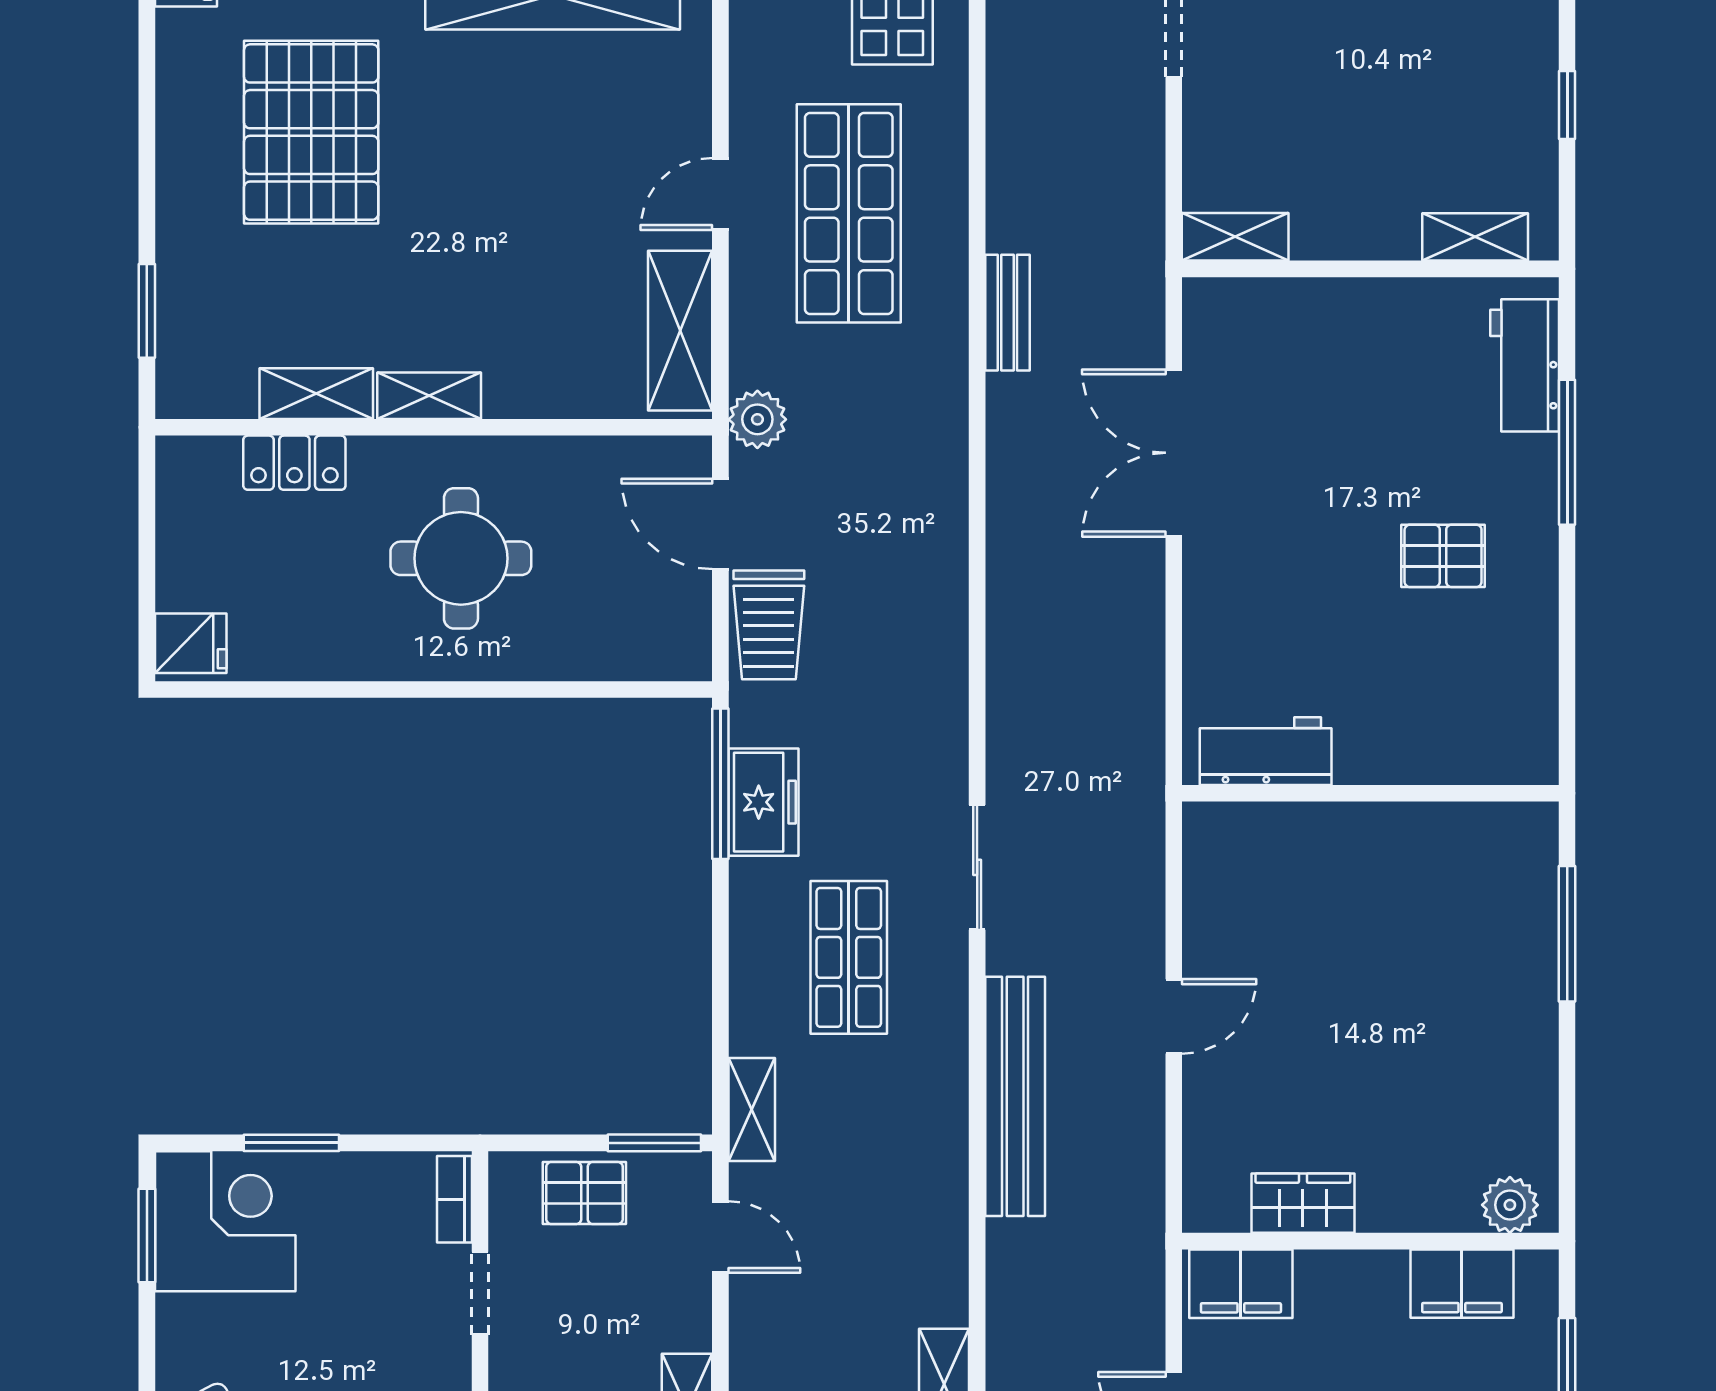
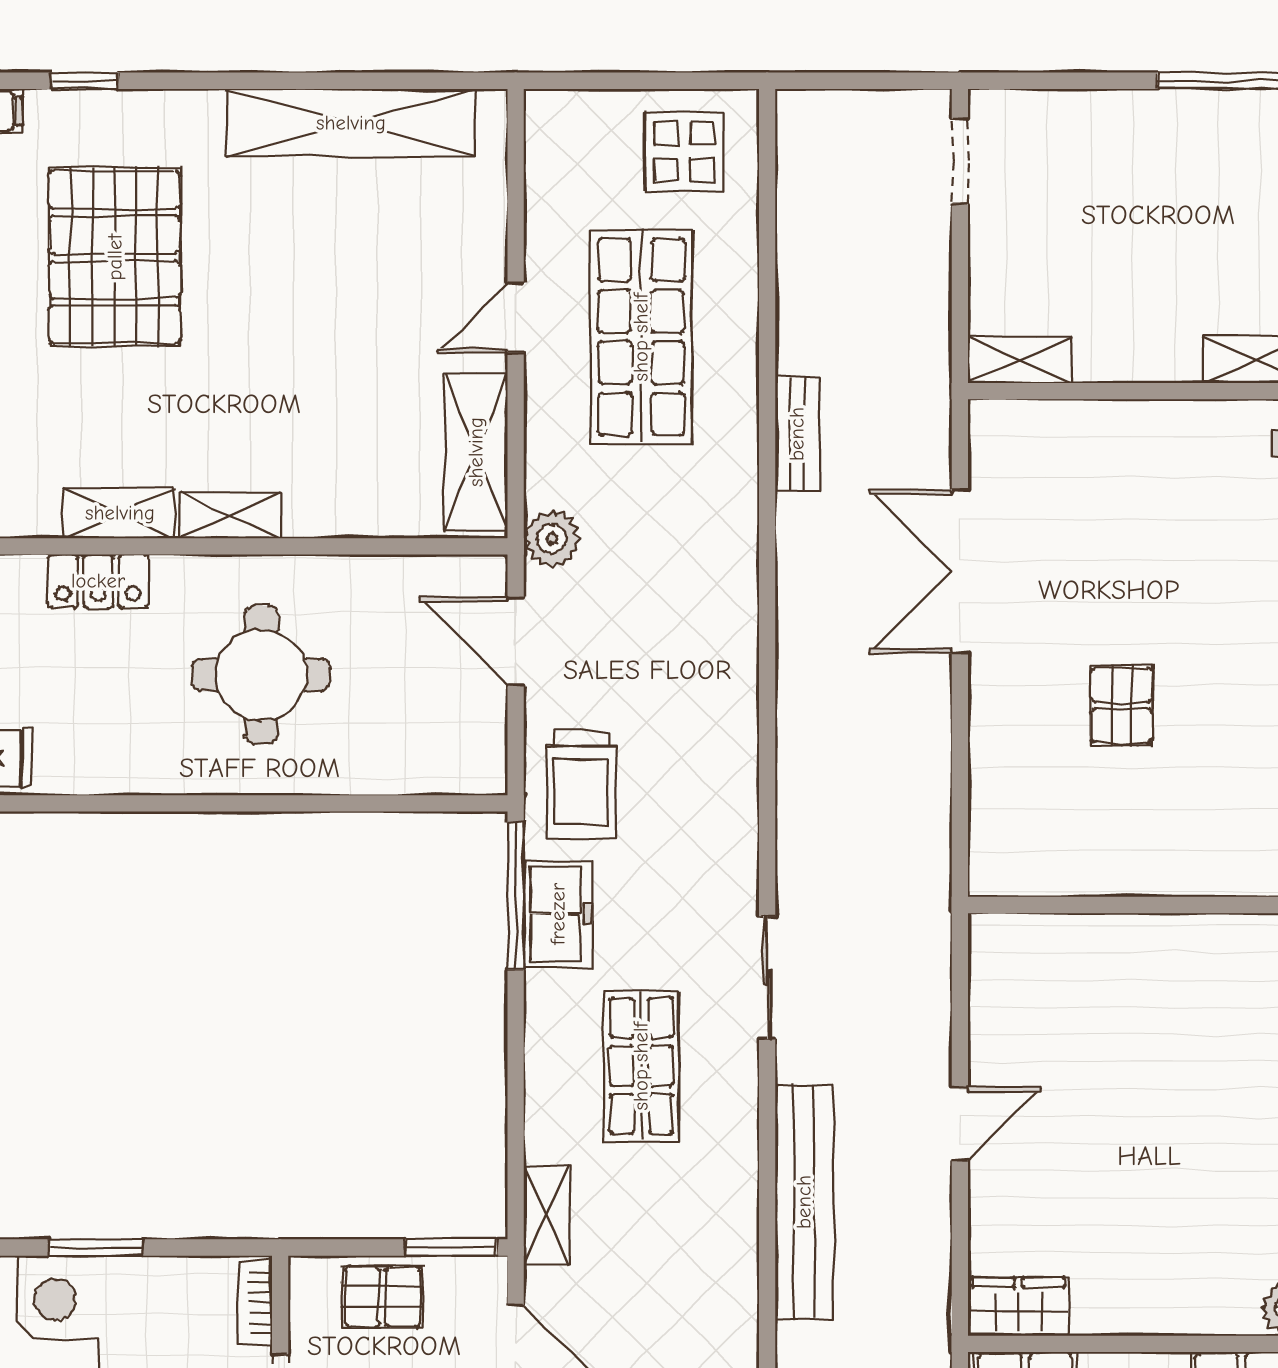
pallet: (1443, 556) -> (1122, 705), moved, turned 90
trolley: (769, 625) -> (581, 785), moved
workbench: (1266, 751) -> (1050, 864), removed
wardrobe: (1303, 1203) -> (1018, 1307), moved

